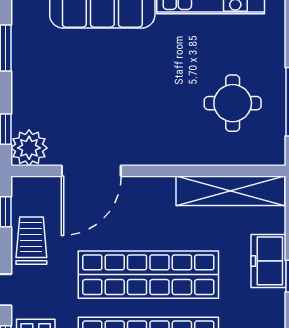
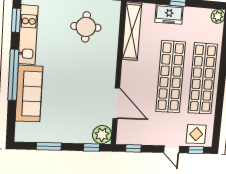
trolley: (31, 241) -> (149, 135), removed

